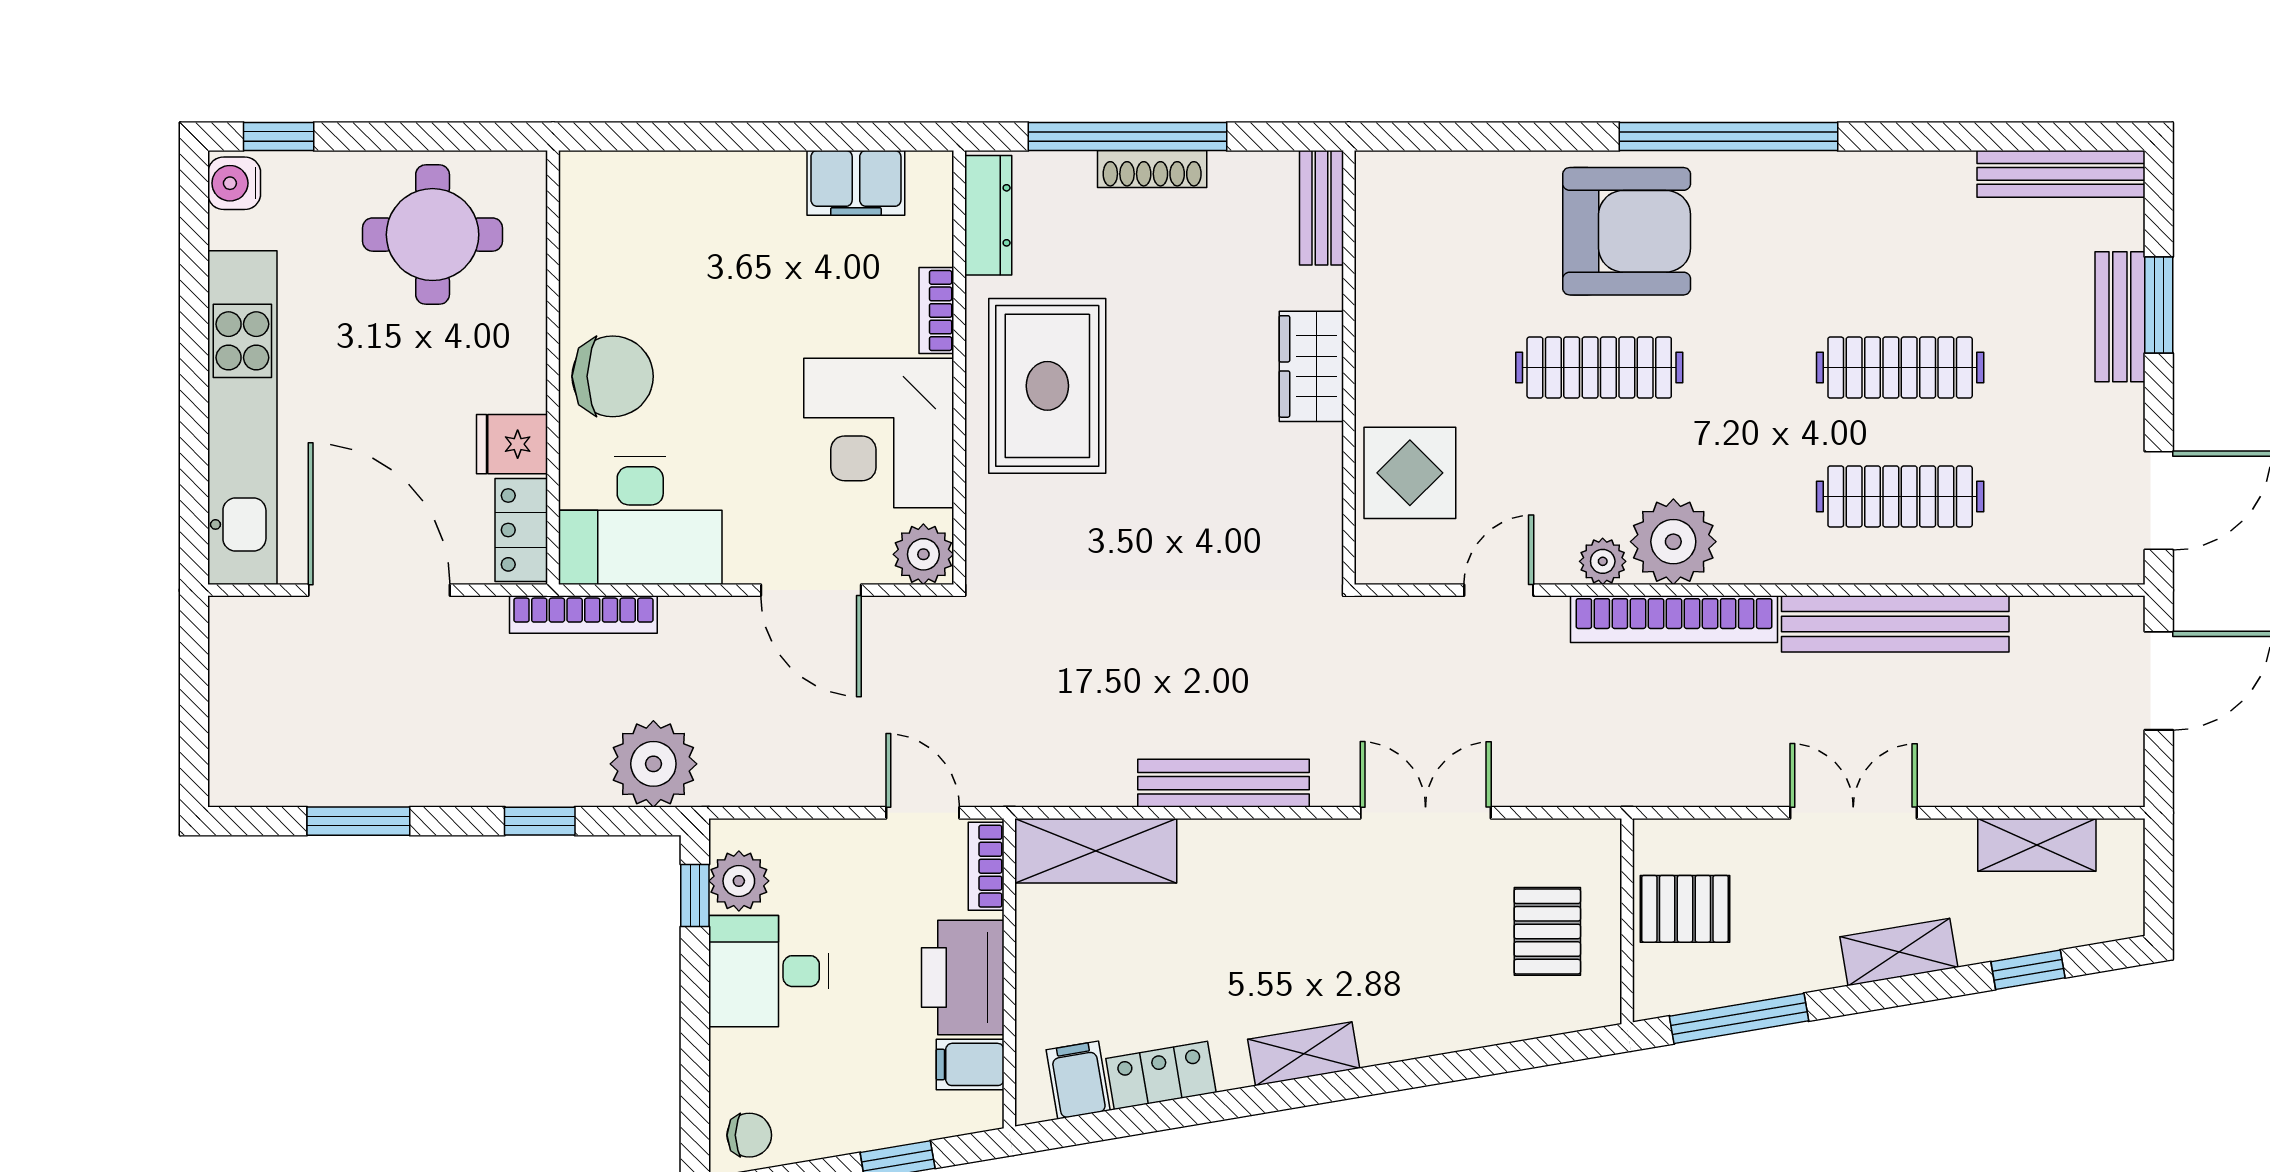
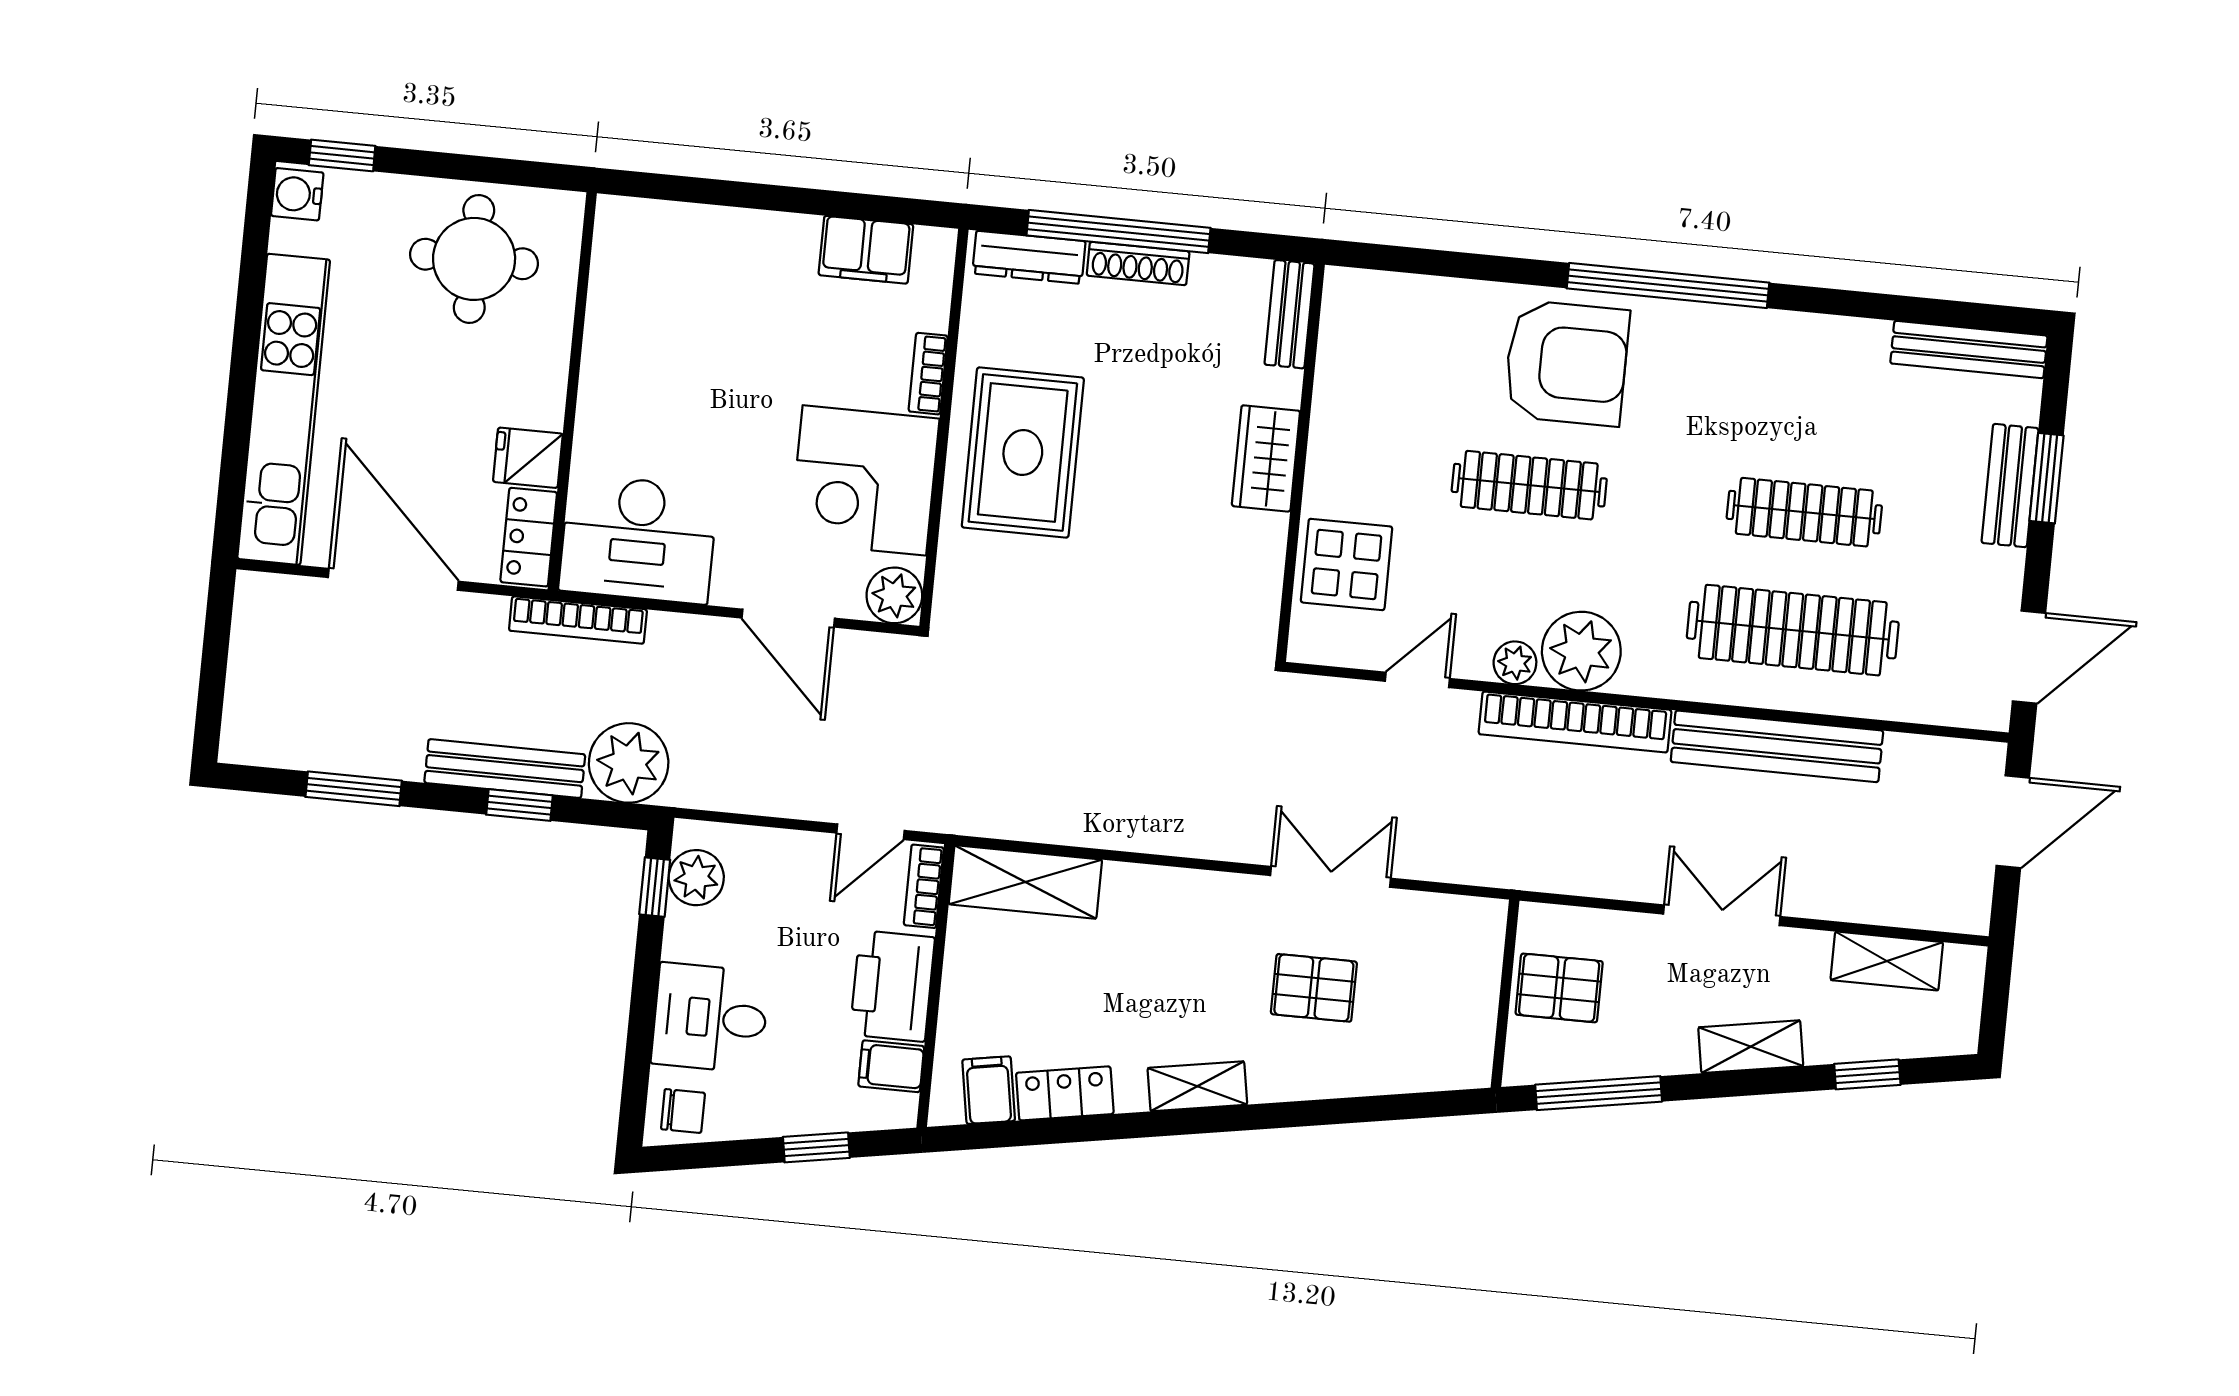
dresser: (988, 215) -> (1029, 257), moved, turned 90
chair: (613, 376) -> (626, 405), removed
clothes rail: (1900, 496) -> (1793, 630), width x1.37, depth x1.31
bench: (1224, 783) -> (505, 769), moved
door: (923, 813) -> (871, 832), swing flipped
pallet: (1547, 931) -> (1314, 988), moved, turned 90
desk: (769, 971) -> (710, 1018), moved

